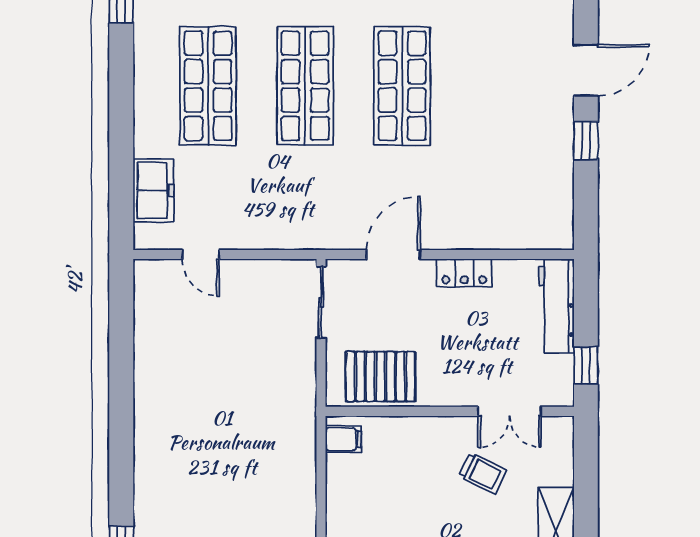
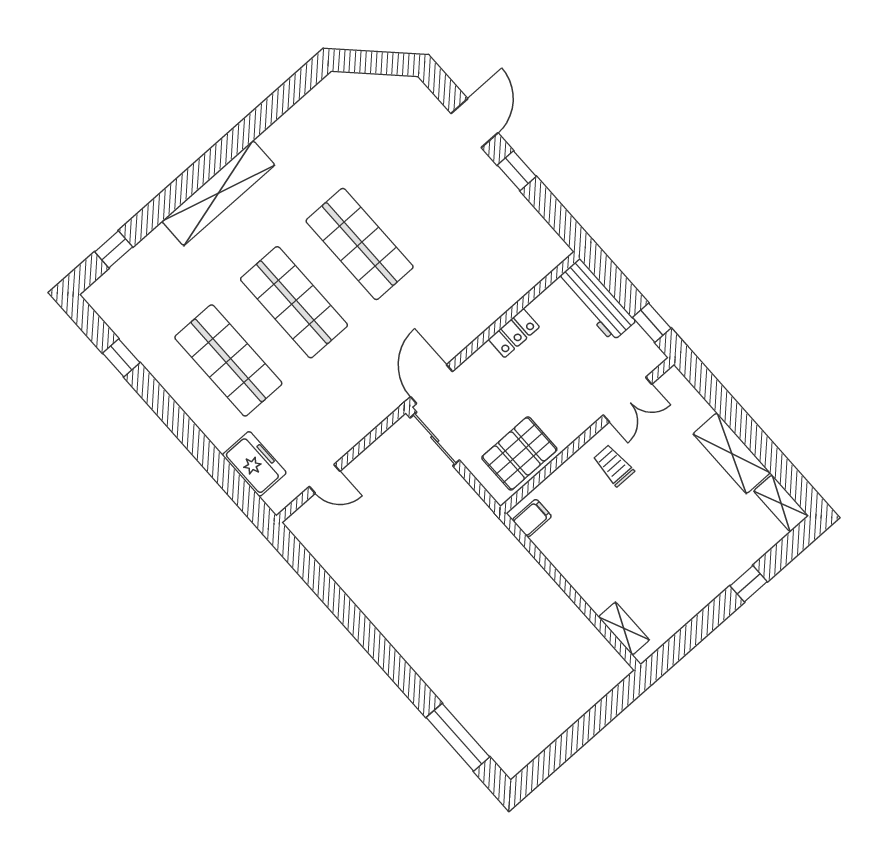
door: (393, 255) -> (431, 384), moved
trolley: (483, 473) -> (614, 466), moved, turned -116

